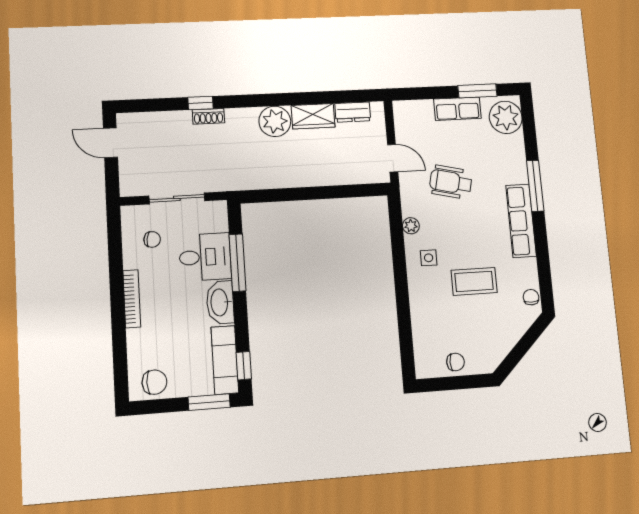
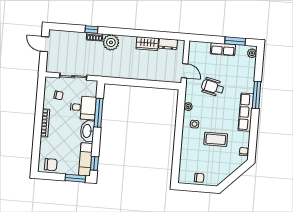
plant: (506, 117) -> (252, 53), width x0.53, depth x0.53
plant: (275, 121) -> (111, 42), moved

